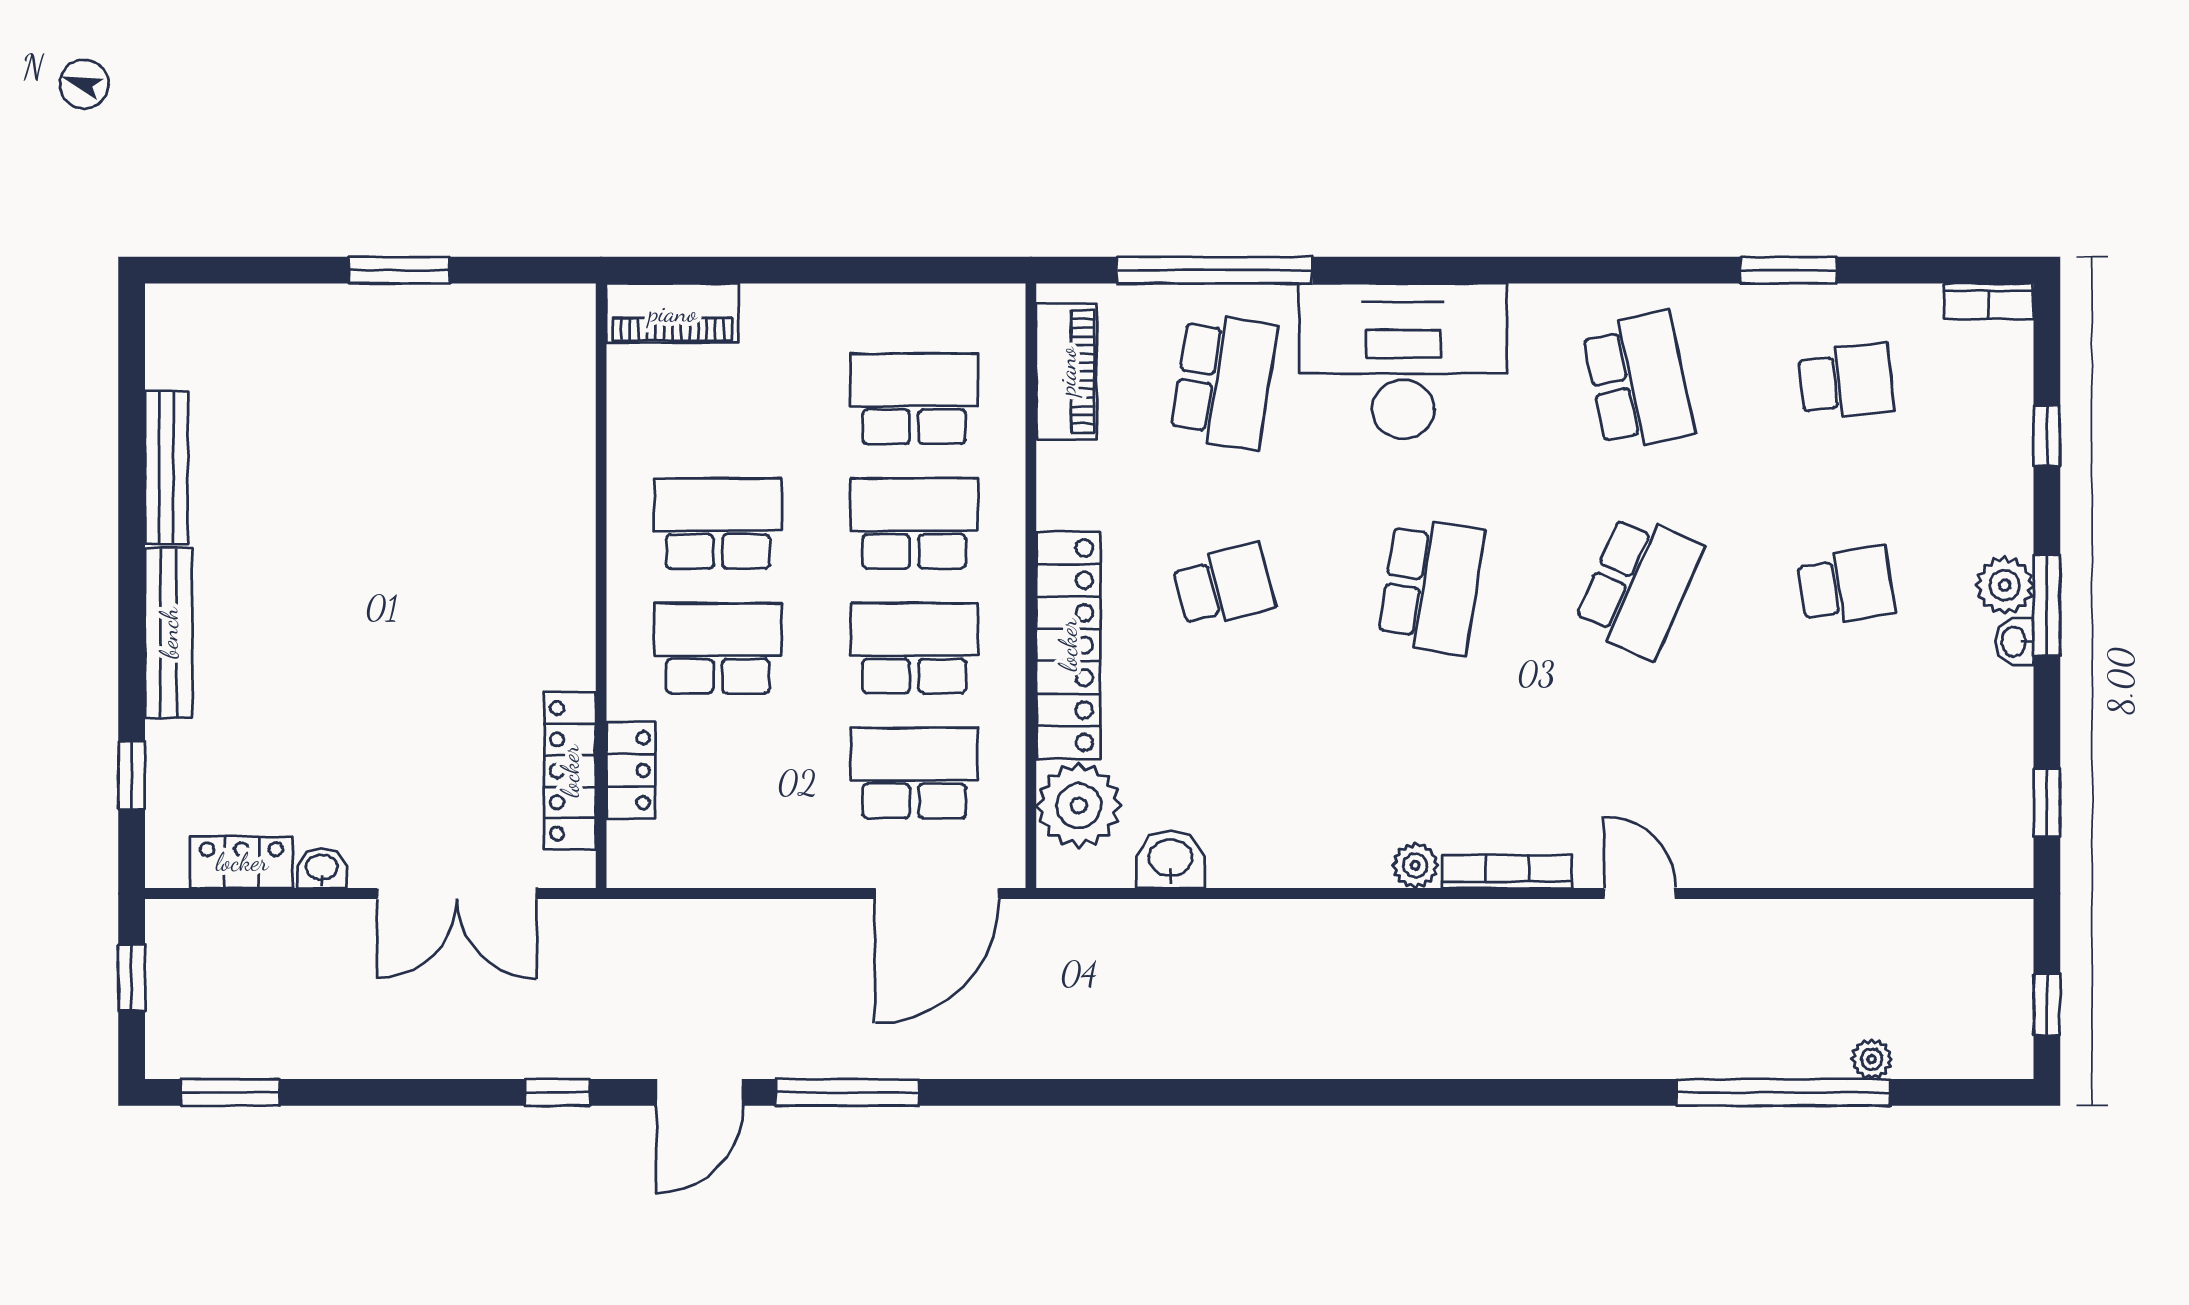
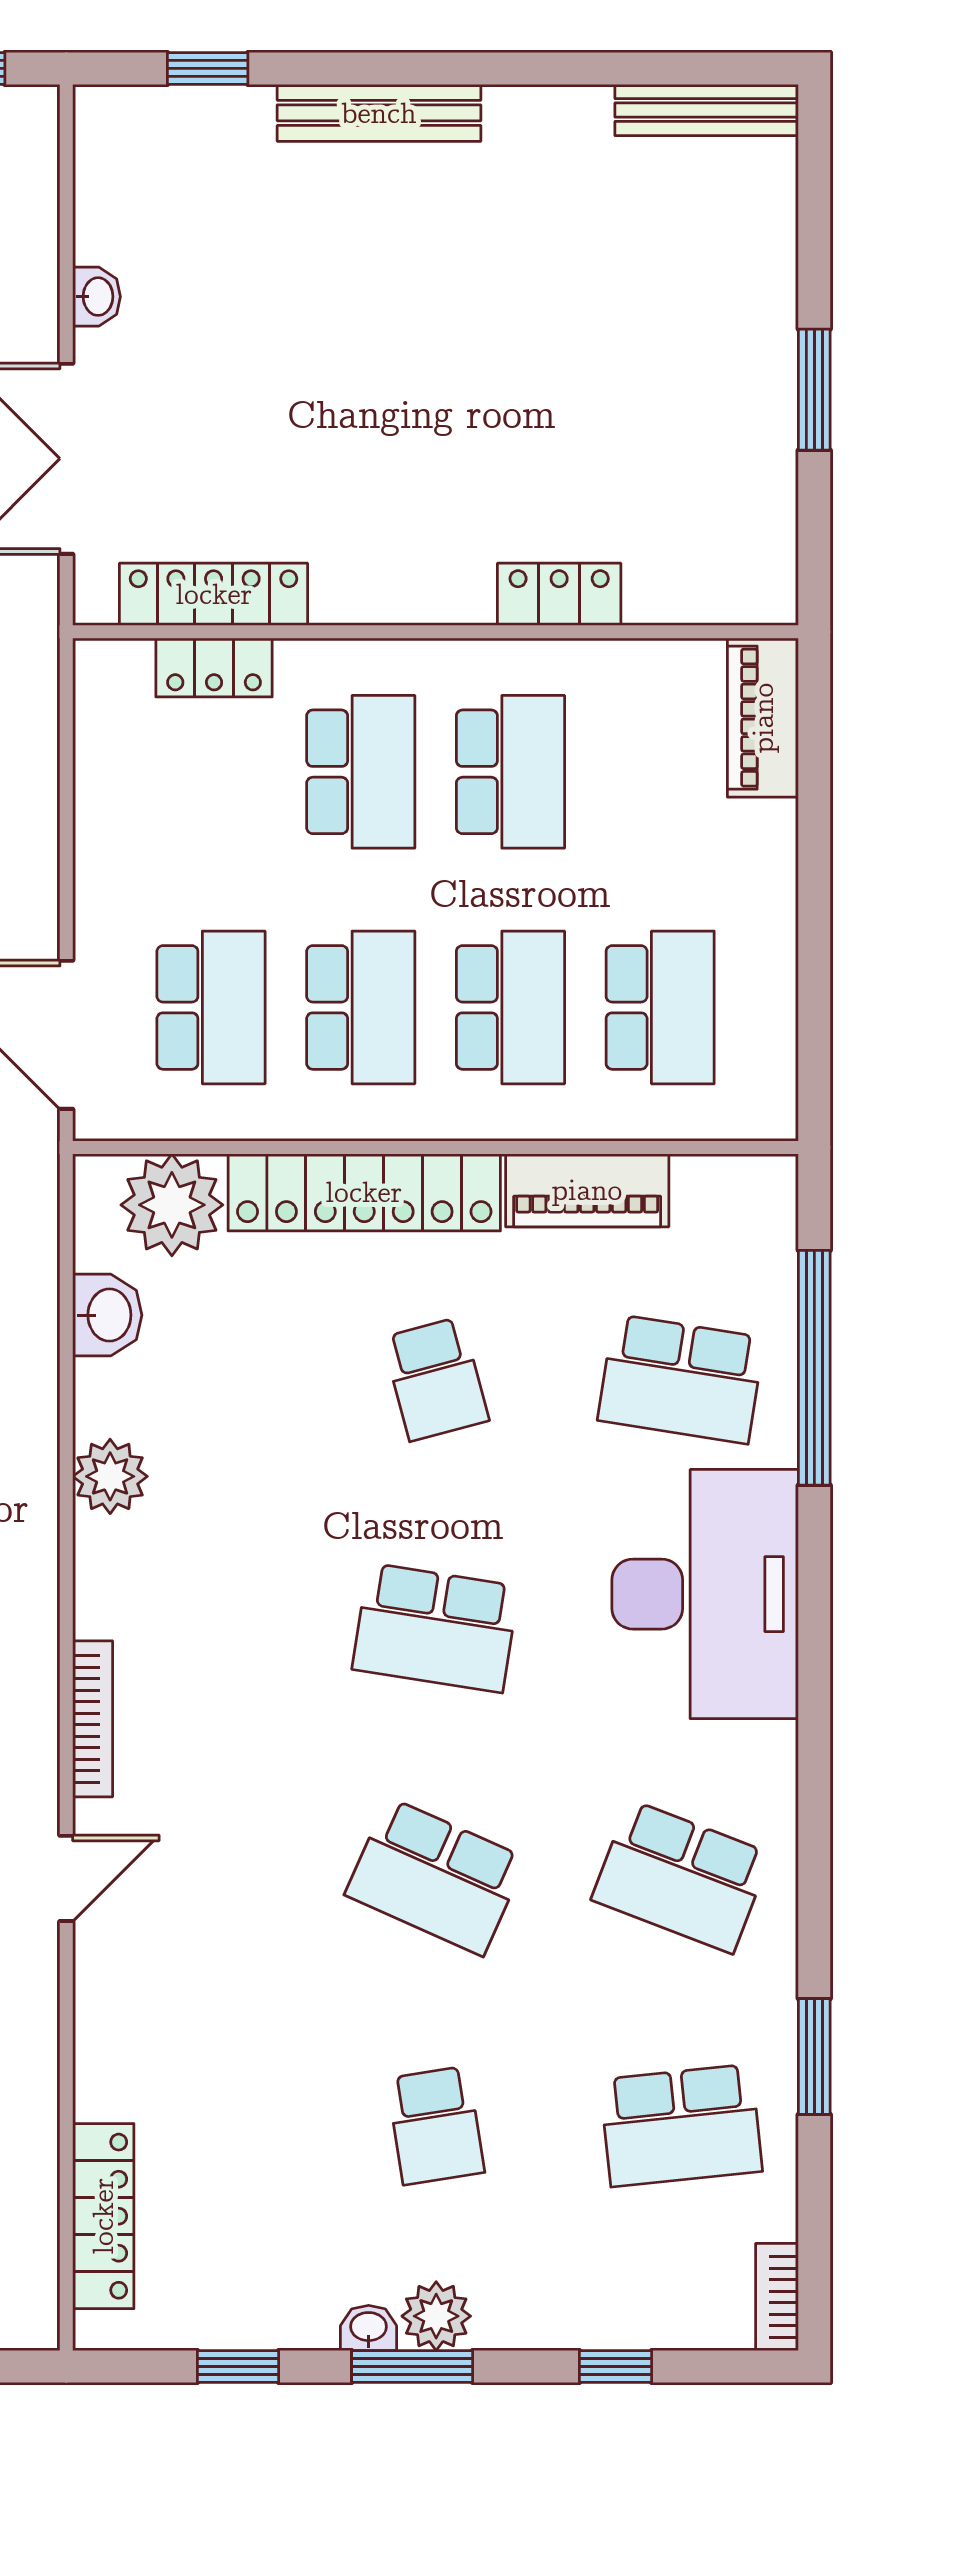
piano: (1067, 371) -> (587, 1190), moved
school desk: (1639, 381) -> (681, 1877), turned 33
school desk: (1846, 381) -> (681, 2125), width x1.85
bench: (166, 467) -> (707, 110), moved
window: (2047, 802) -> (238, 2367), moved
locker: (242, 862) -> (559, 594), moved, turned -90
locker: (1922, 863) -> (103, 2216), added
plant: (1415, 866) -> (110, 1476), moved, width x1.38, depth x1.38

